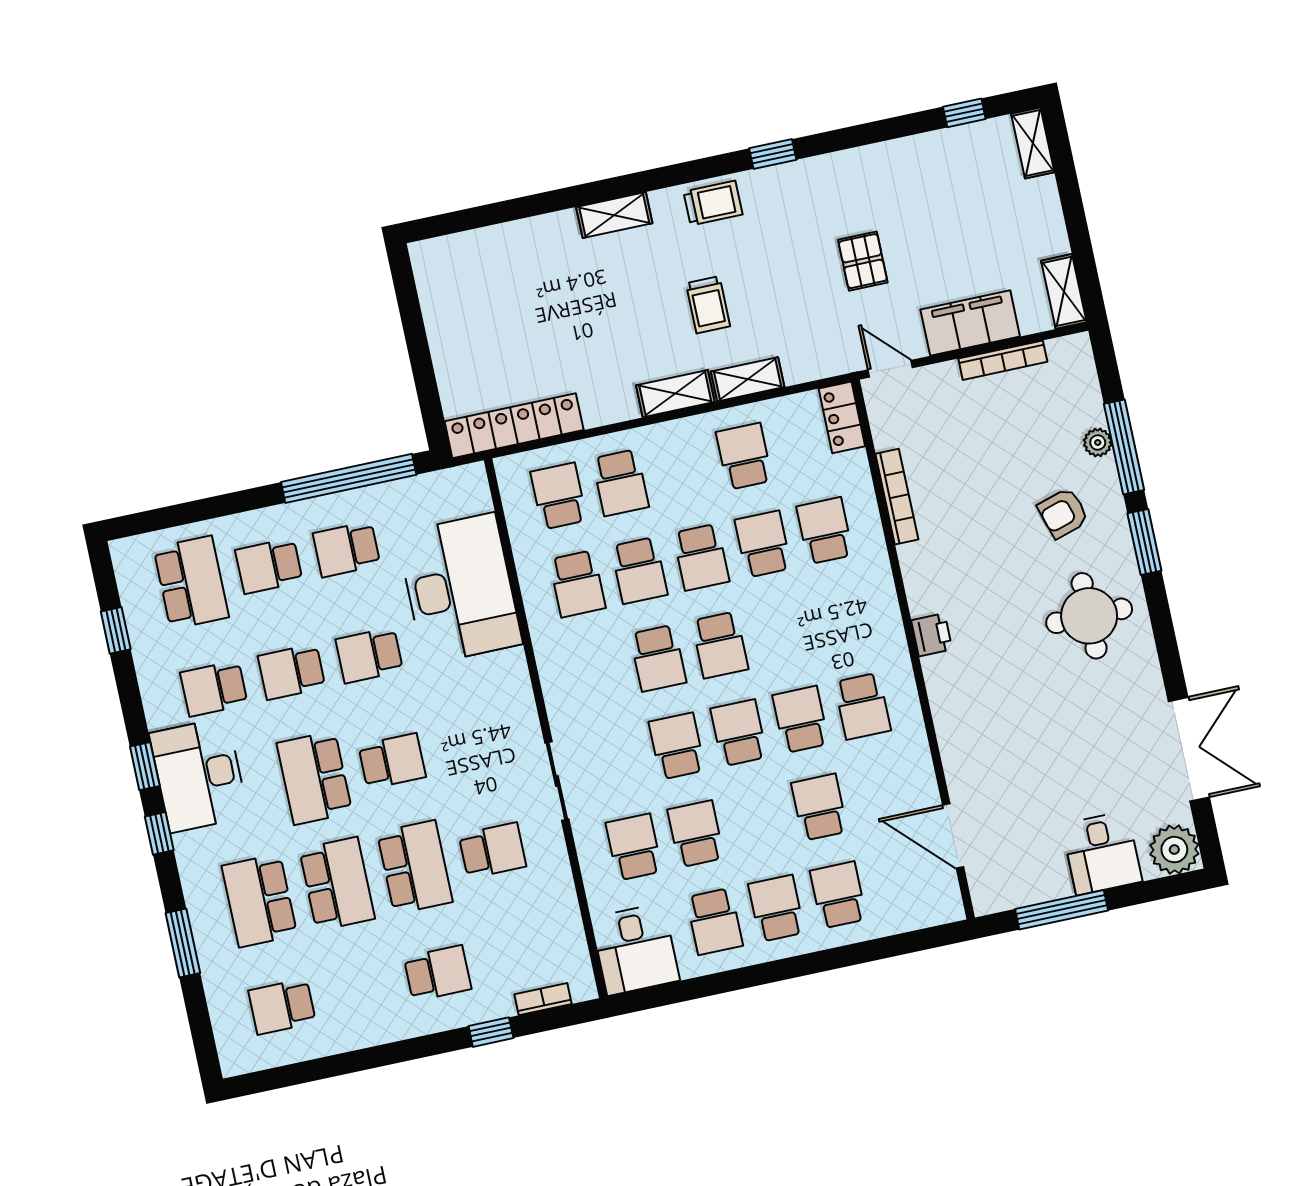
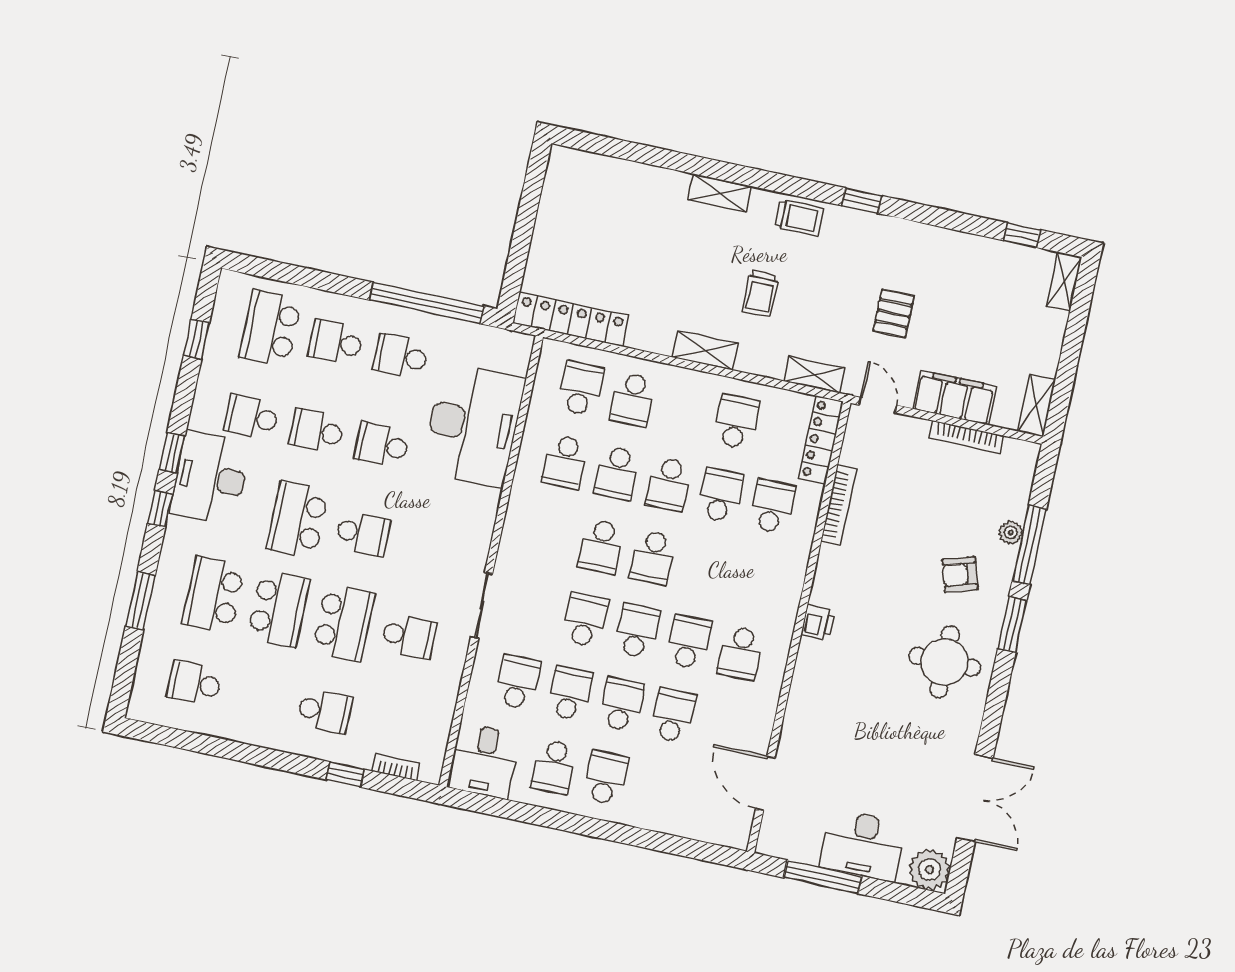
shelving: (748, 379) -> (814, 375), moved
locker: (842, 417) -> (821, 440), width x1.53
school desk: (191, 582) -> (271, 328), turned 180
desk: (1102, 853) -> (863, 845), width x1.37
school desk: (838, 895) -> (621, 704), moved

